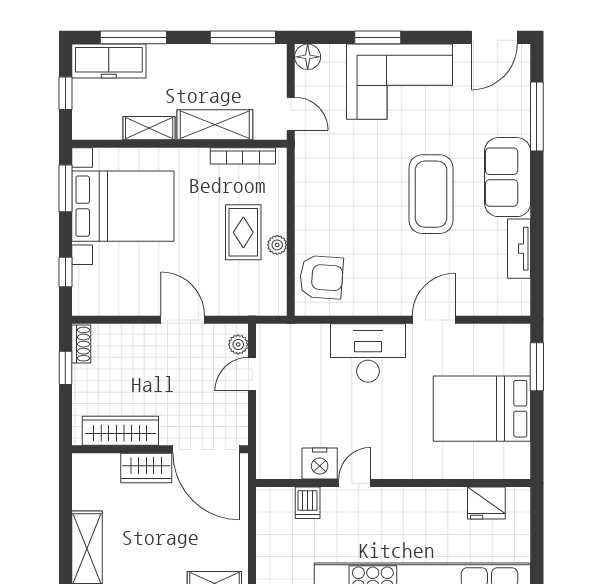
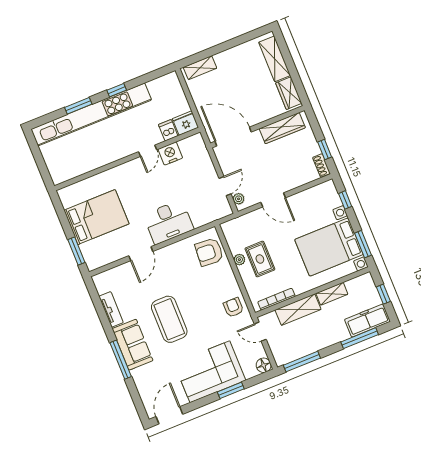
window: (537, 117) -> (121, 360), moved
armchair: (318, 171) -> (233, 307), added
wardrobe: (146, 468) -> (289, 93), moved, turned -90
fridge: (486, 503) -> (186, 123), moved

